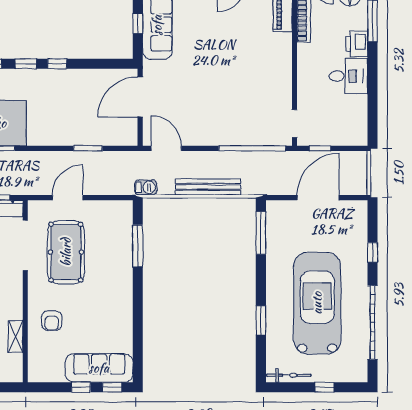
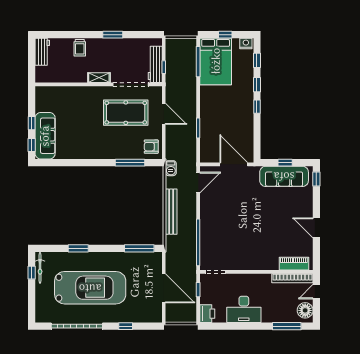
printer: (357, 44) -> (207, 314), moved, turned 90
desk: (348, 76) -> (244, 309), width x1.37
armchair: (52, 321) -> (151, 147), moved
shelving: (16, 337) -> (99, 78), moved
window: (324, 387) -> (32, 273), moved

